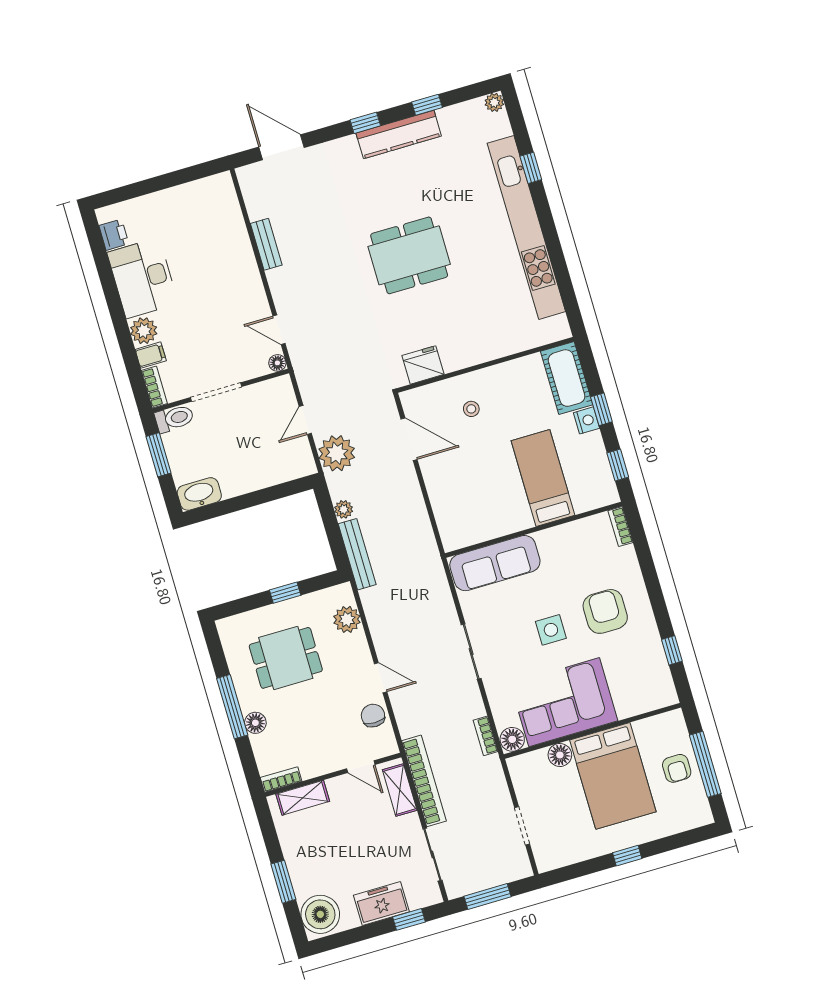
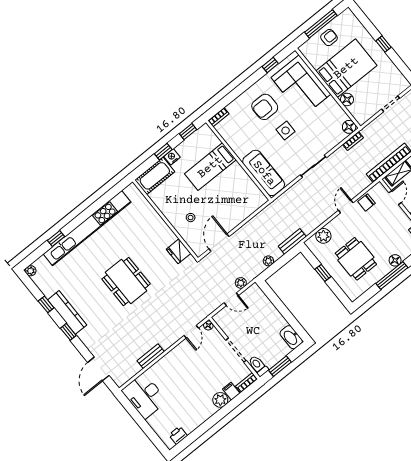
desk: (143, 278) -> (144, 396), moved, turned 90
plant: (337, 453) -> (241, 283), width x0.53, depth x0.53
bench: (357, 554) -> (292, 241), width x0.73
corner sofa: (564, 702) -> (301, 86), moved

